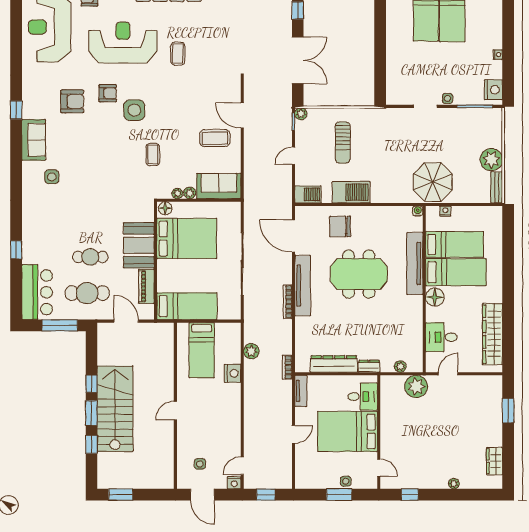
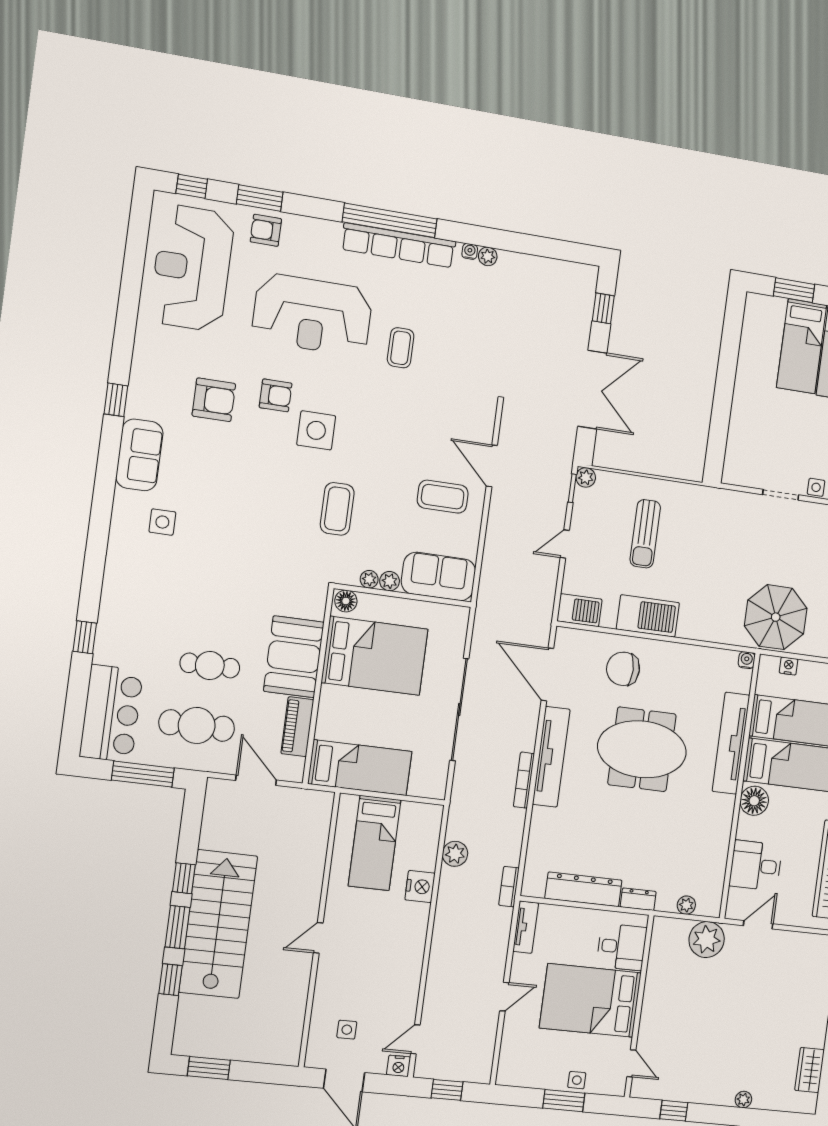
reception desk: (123, 43) -> (312, 315), turned 180
coffee table: (153, 155) -> (337, 509), width x1.36, depth x1.30

